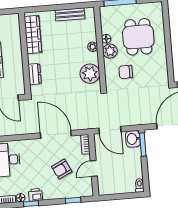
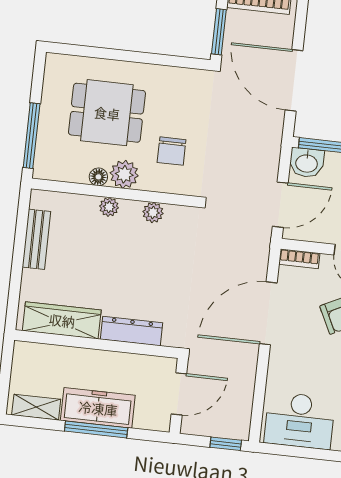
dresser: (35, 74) -> (131, 331), width x1.44
plant: (90, 74) -> (153, 213), width x0.53, depth x0.53

